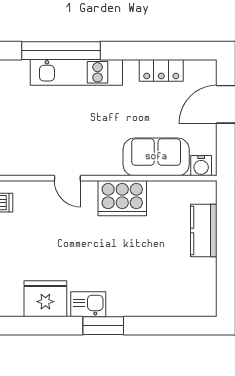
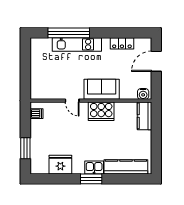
sofa: (156, 157) -> (102, 89), moved
kitchen counter: (204, 230) -> (145, 116), moved
kitchen counter: (169, 303) -> (126, 167), added
kitchen sink: (88, 304) -> (94, 168), moved

